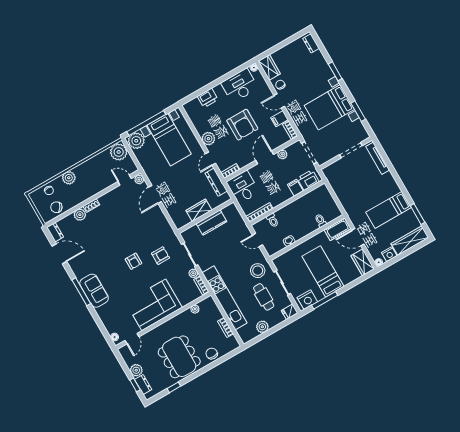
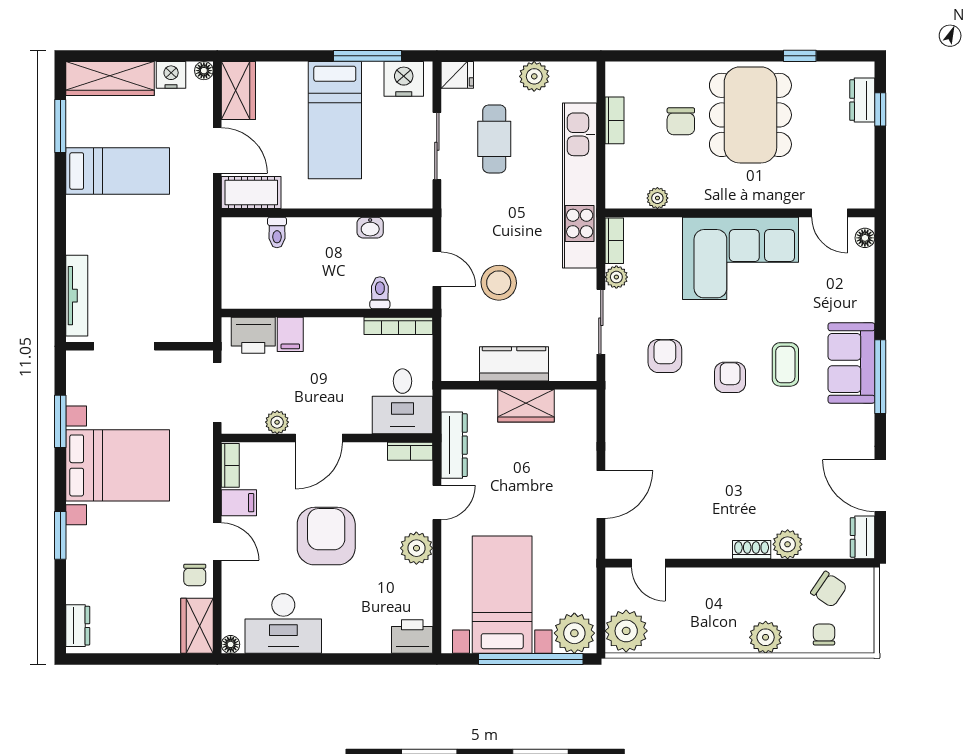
printer: (208, 98) -> (412, 637), moved
plant: (139, 180) -> (616, 546), removed
armchair: (161, 256) -> (665, 356), turned 90
stool: (258, 271) -> (499, 283), moved
coffee table: (117, 277) -> (785, 364), added
door: (132, 339) -> (830, 213), swing flipped
chair: (212, 354) -> (681, 121), moved
plant: (136, 370) -> (860, 140), removed

